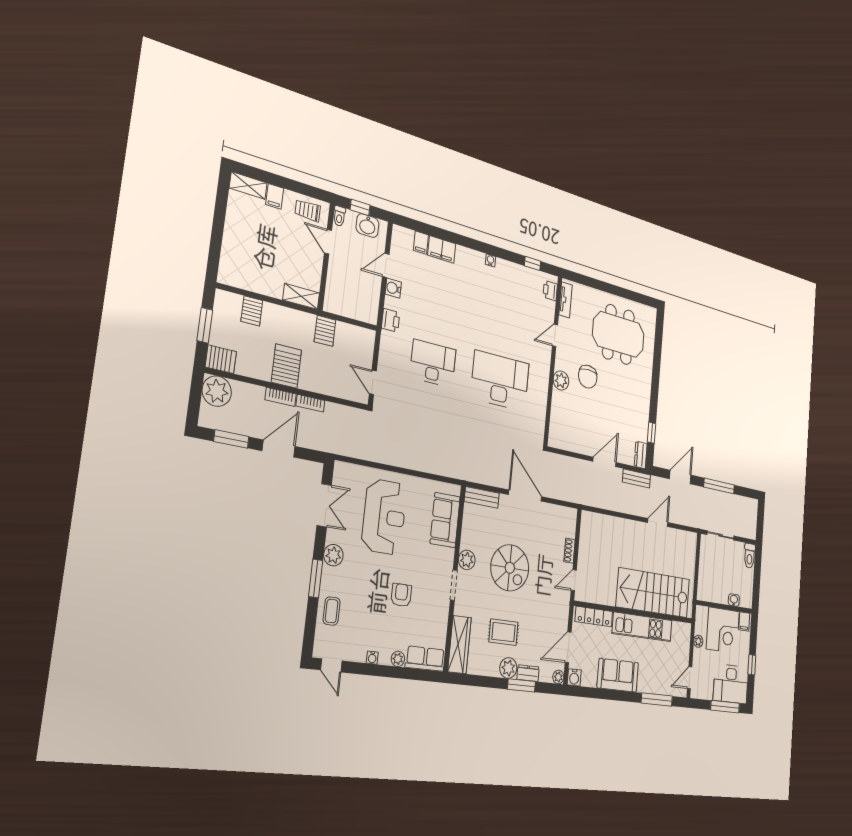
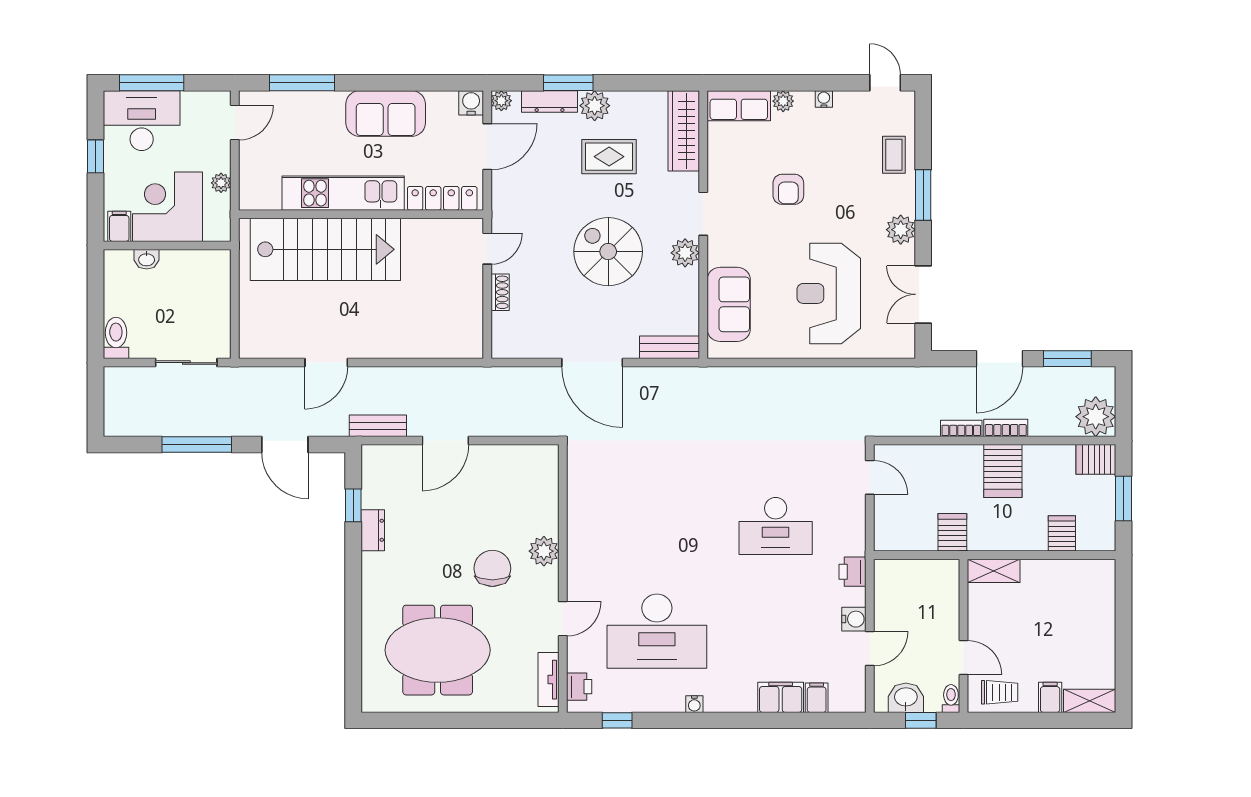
desk: (500, 381) -> (657, 631), moved
dresser: (641, 455) -> (373, 530), moved
door: (680, 477) -> (285, 444), hinge flipped
dresser: (528, 673) -> (550, 101), width x1.44

